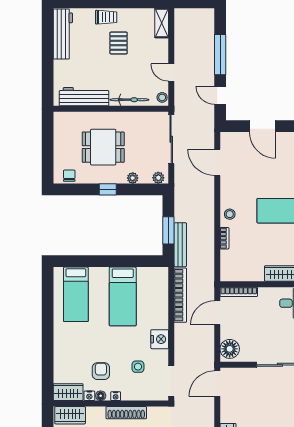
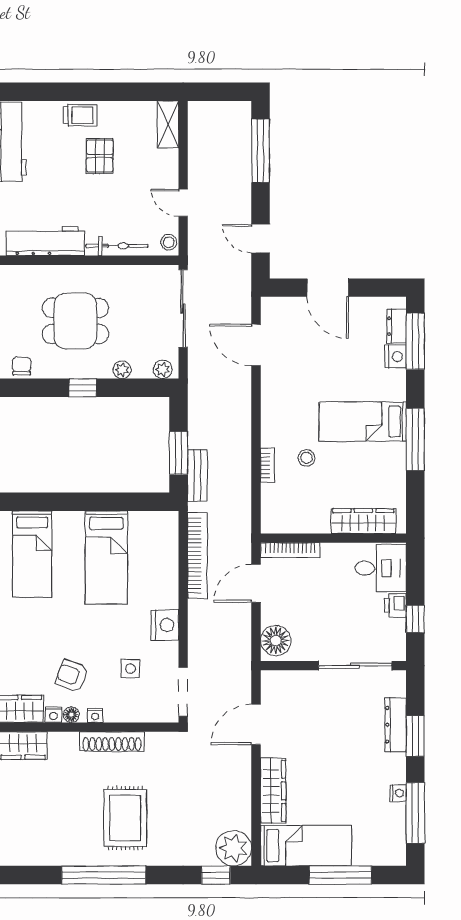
window: (220, 55) -> (261, 151), moved
stool: (230, 214) -> (307, 458), moved
bench: (180, 245) -> (197, 475), width x0.73
armchair: (101, 371) -> (72, 676), turned -70
door: (217, 384) -> (256, 724), moved

